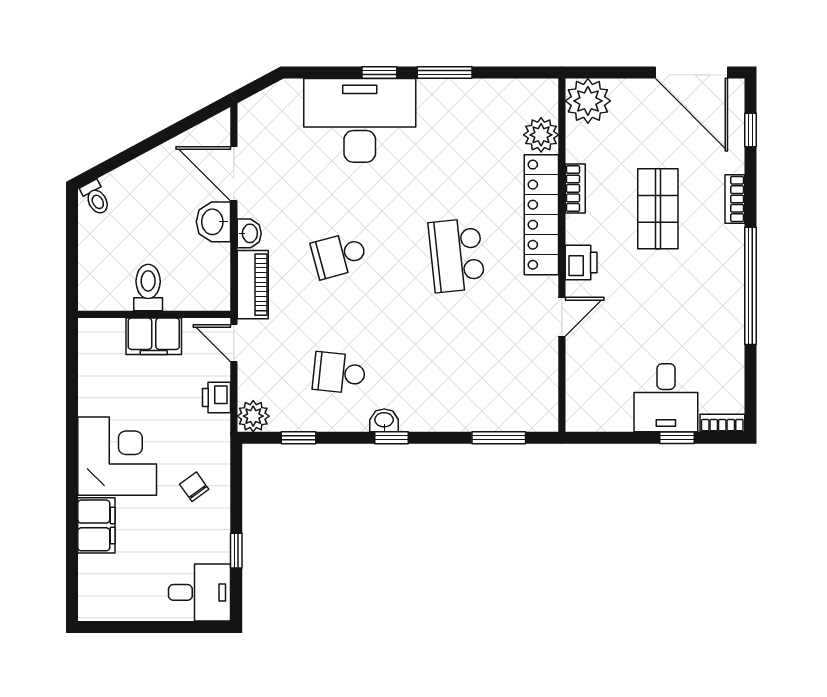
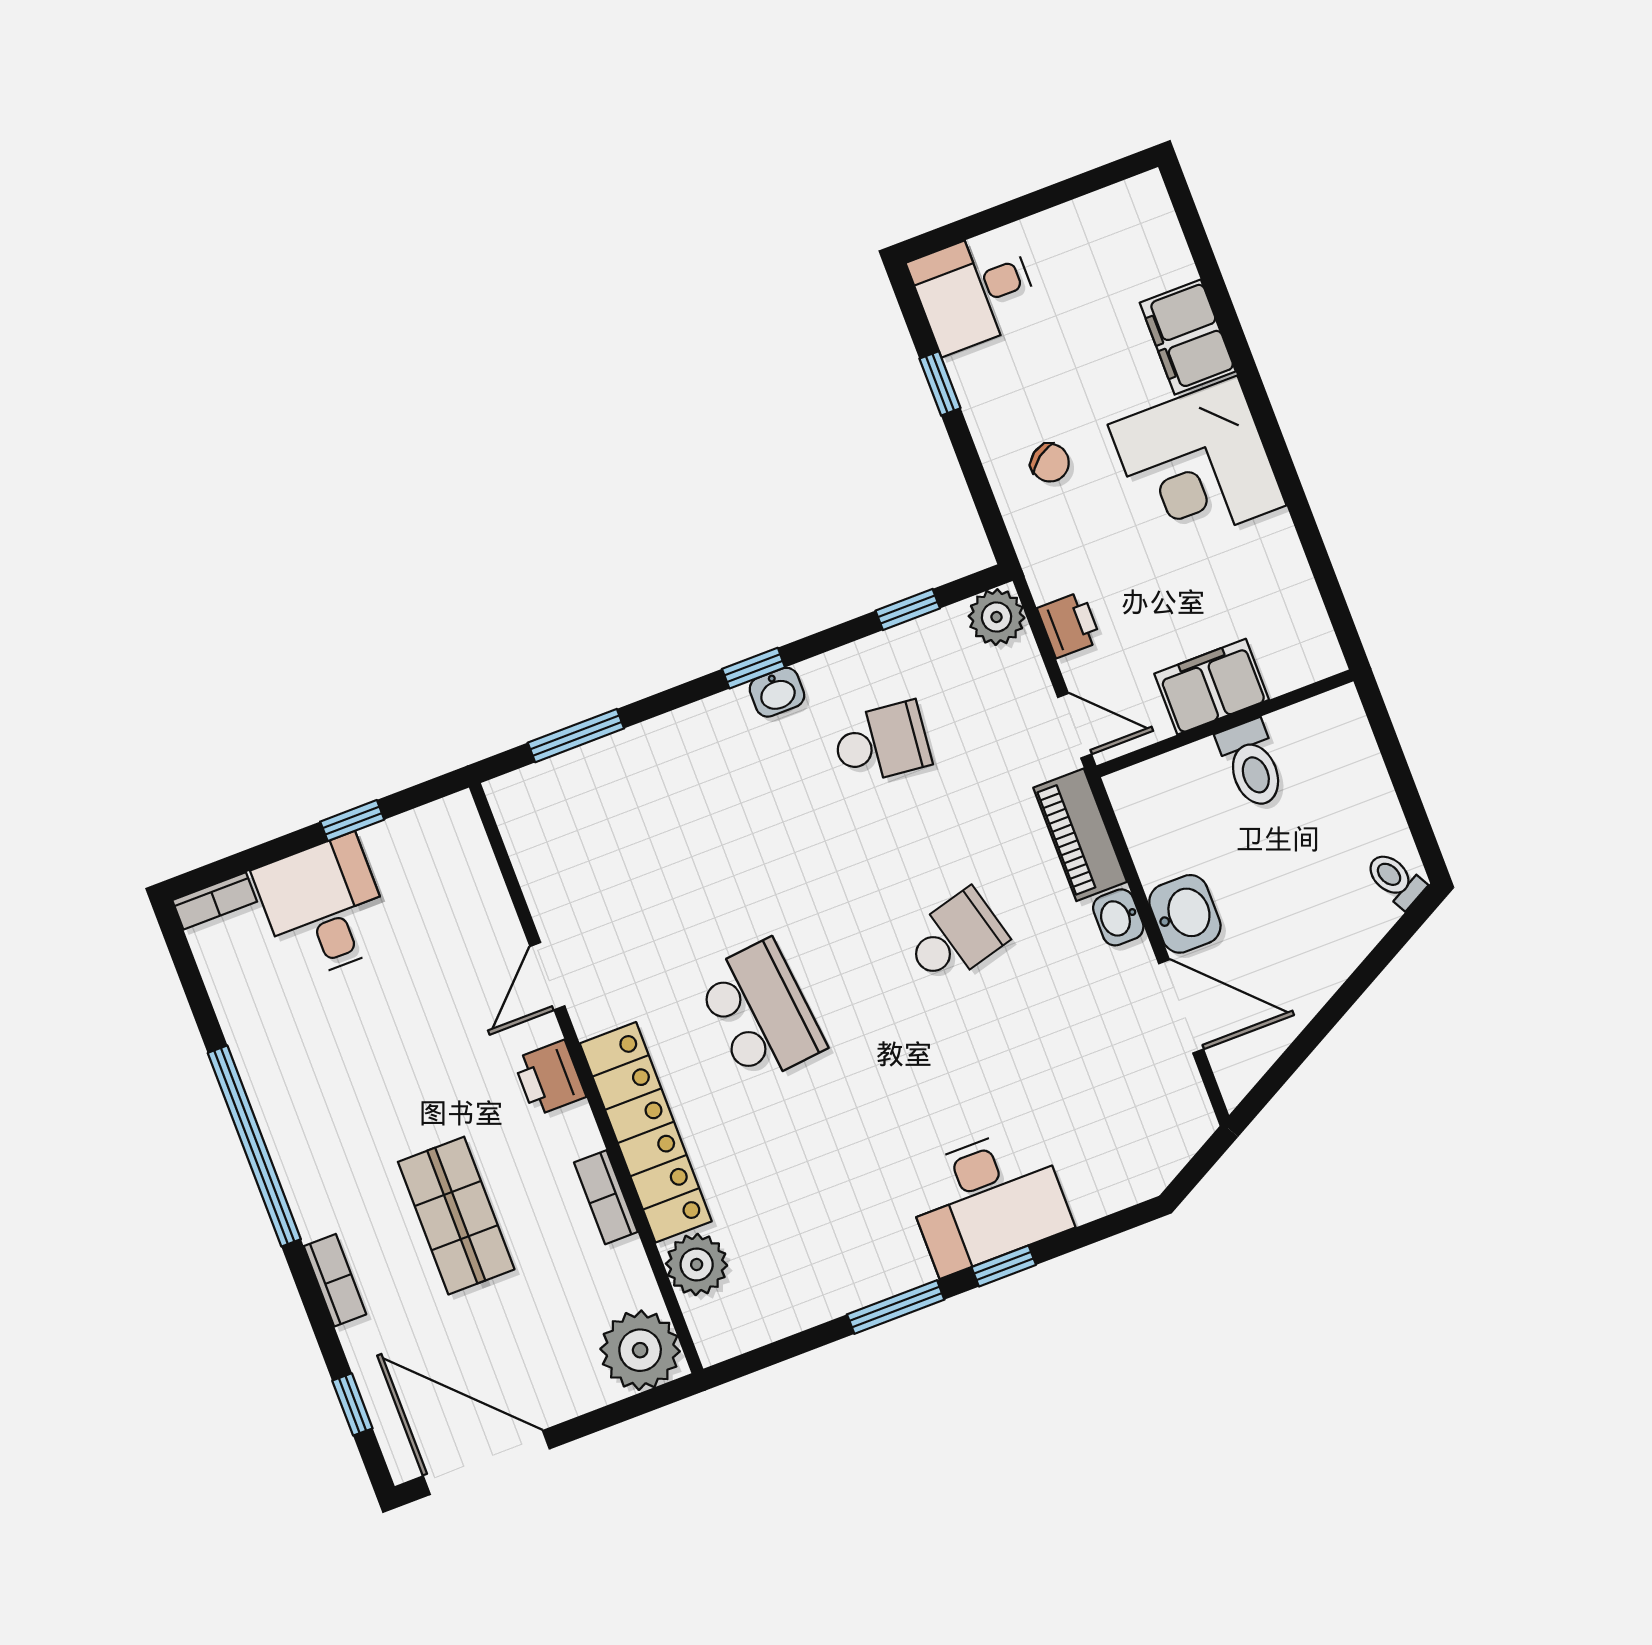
desk: (360, 120) -> (987, 1200), width x0.73, depth x0.77
window: (677, 438) -> (352, 821), moved

